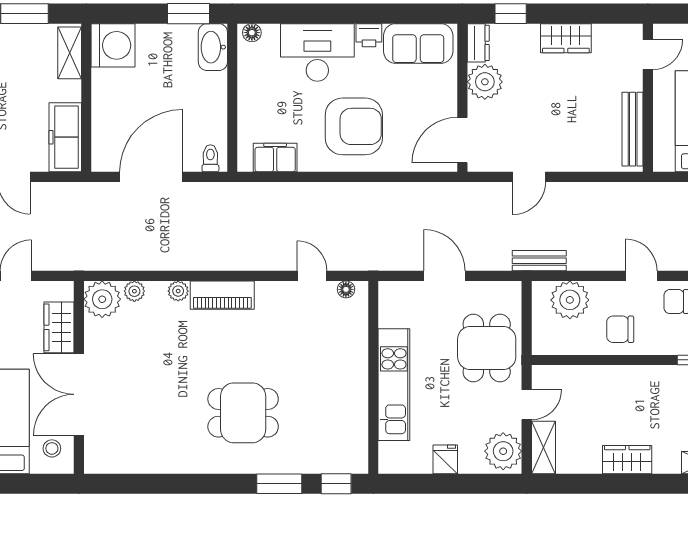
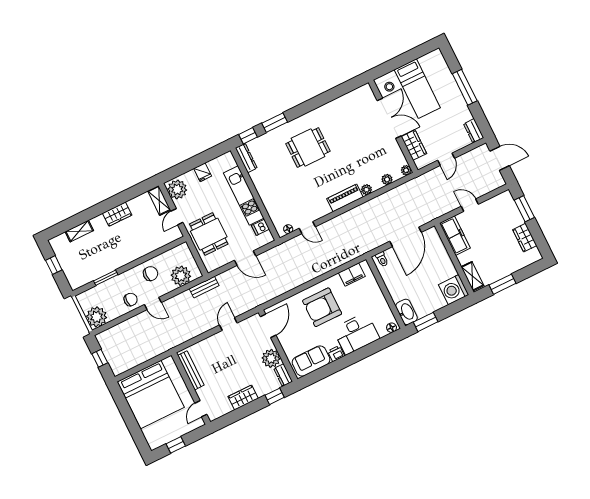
plant: (102, 299) -> (406, 170), width x0.53, depth x0.53
dishwasher: (392, 316) -> (260, 227), added
dresser: (358, 447) -> (246, 158), added

